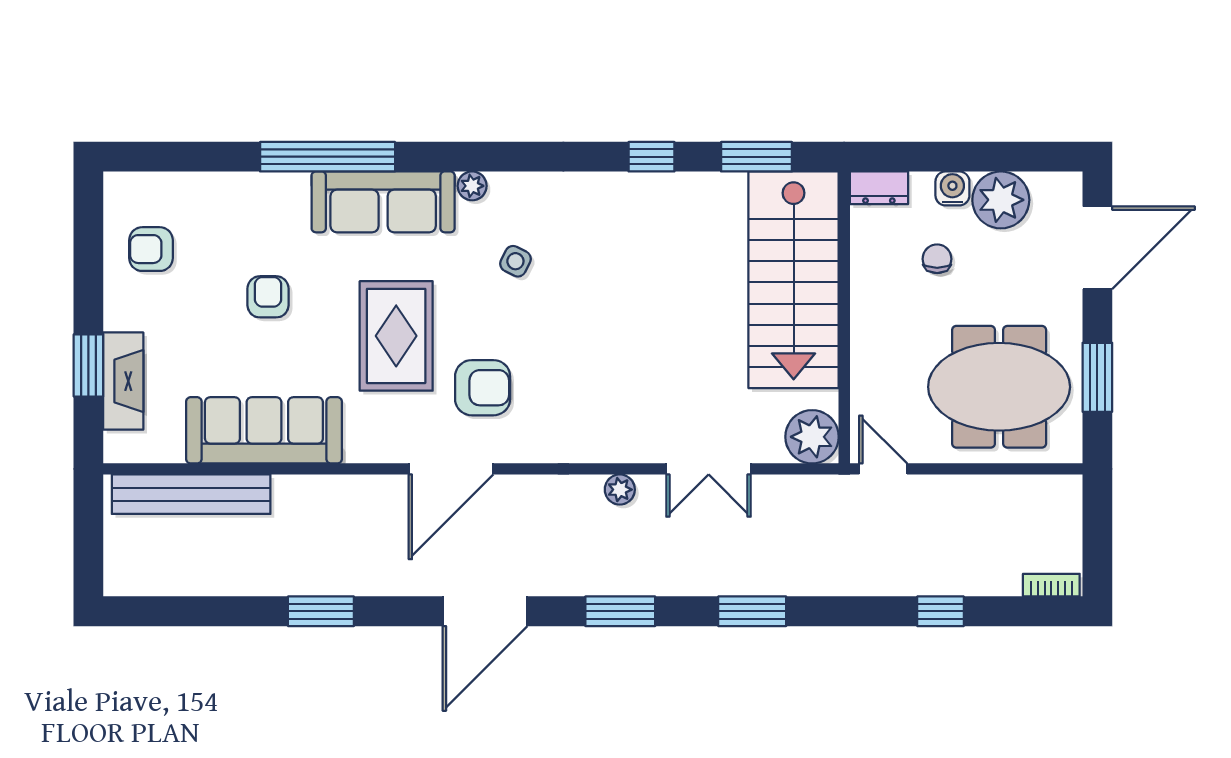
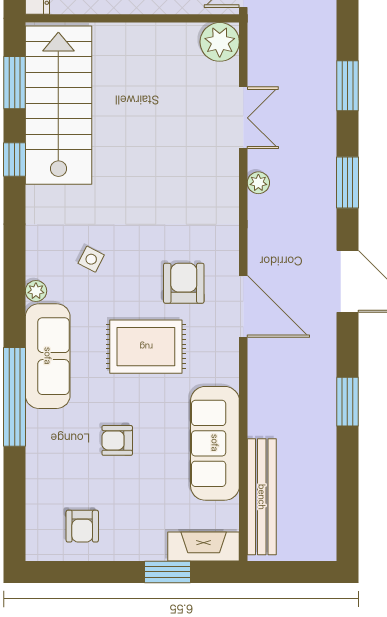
stairs: (794, 280) -> (58, 105), moved, turned -90
fireplace: (123, 381) -> (204, 546), moved

